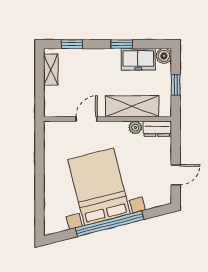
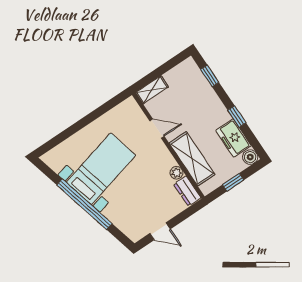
shelving: (51, 70) -> (152, 90), moved
bed with nightstands: (99, 187) -> (101, 169), width x0.73

